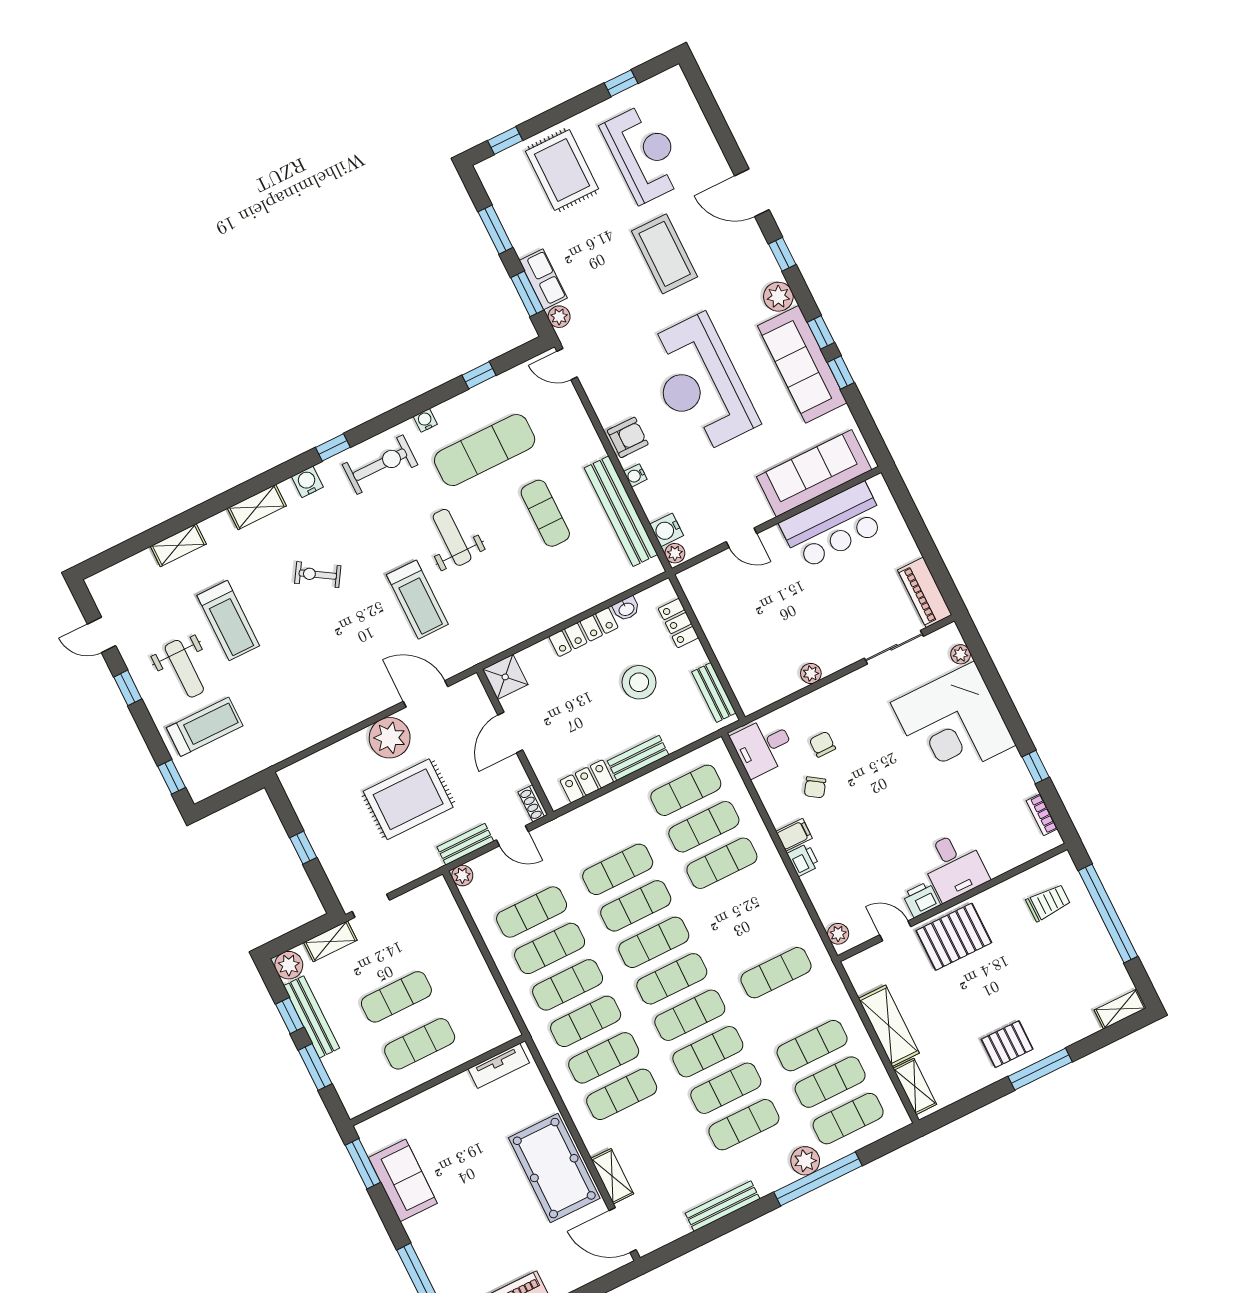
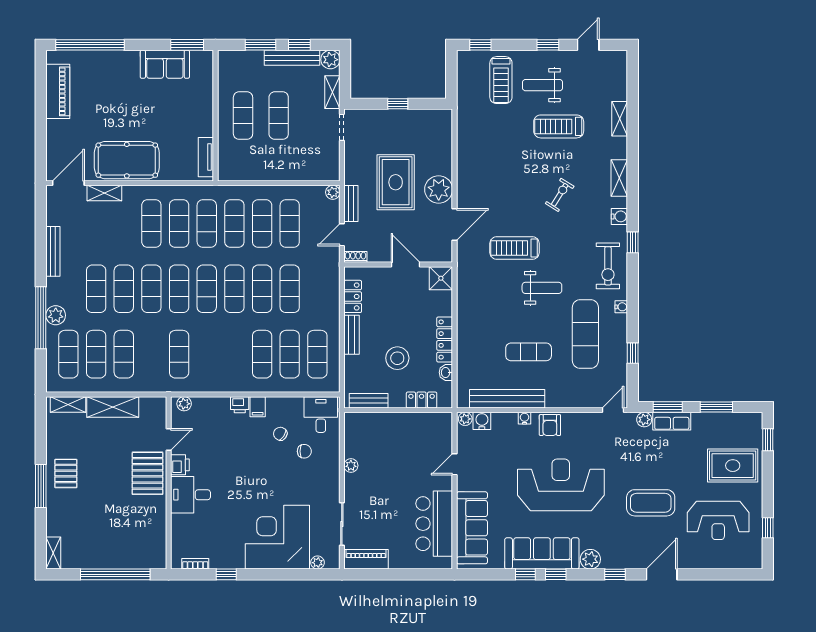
trolley: (1048, 903) -> (140, 541), removed

